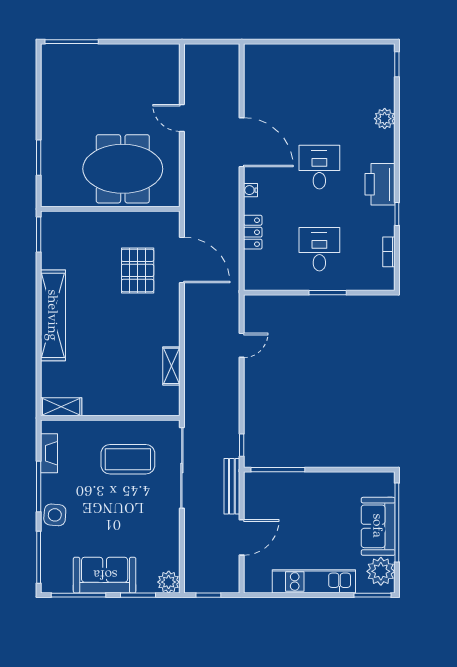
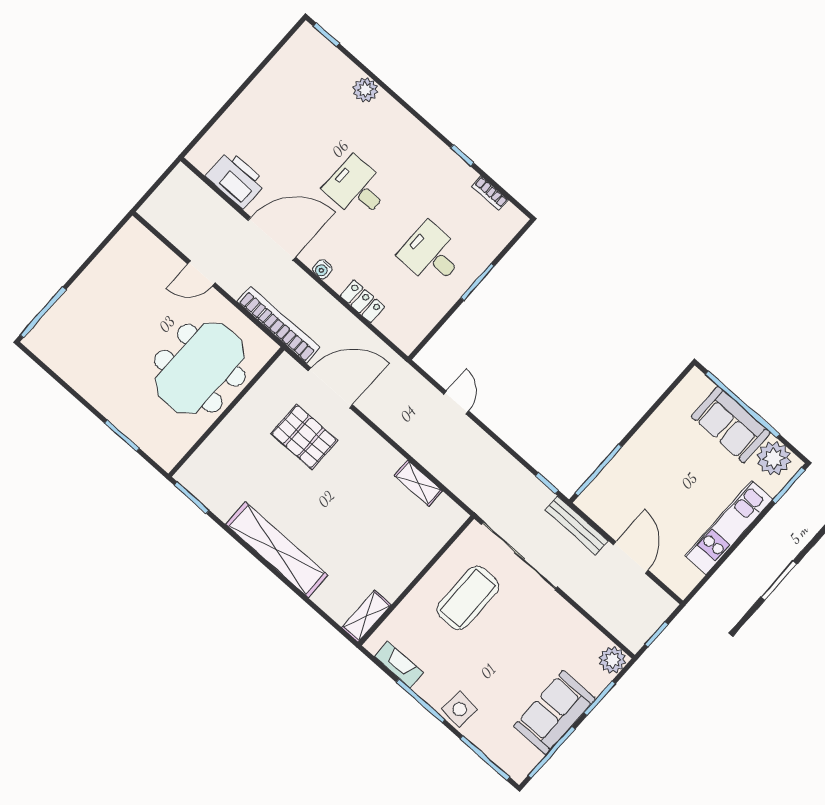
printer: (380, 184) -> (236, 179), moved, turned 180
bookcase: (193, 193) -> (279, 325), added

